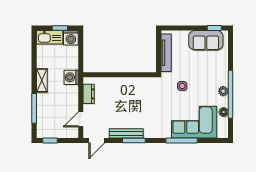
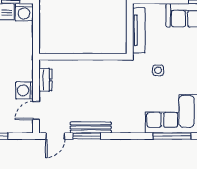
washing machine: (71, 77) -> (24, 90), moved
window: (134, 141) -> (87, 136), moved
window: (182, 141) -> (172, 136), moved

